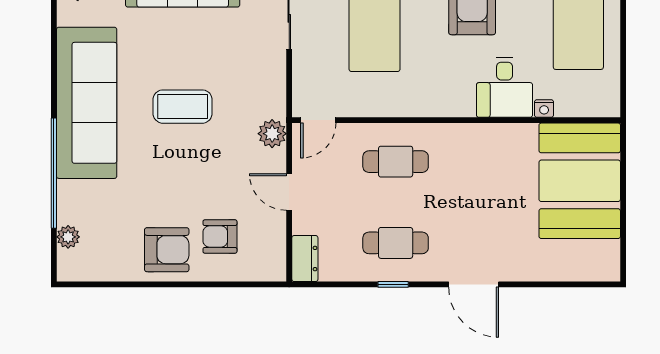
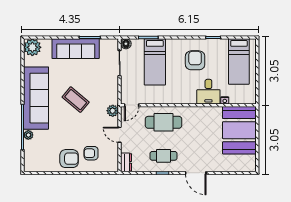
coffee table: (183, 107) -> (76, 100), turned 40
cafe table: (396, 162) -> (164, 122), width x1.37, depth x1.35
plant: (68, 237) -> (28, 135), moved

